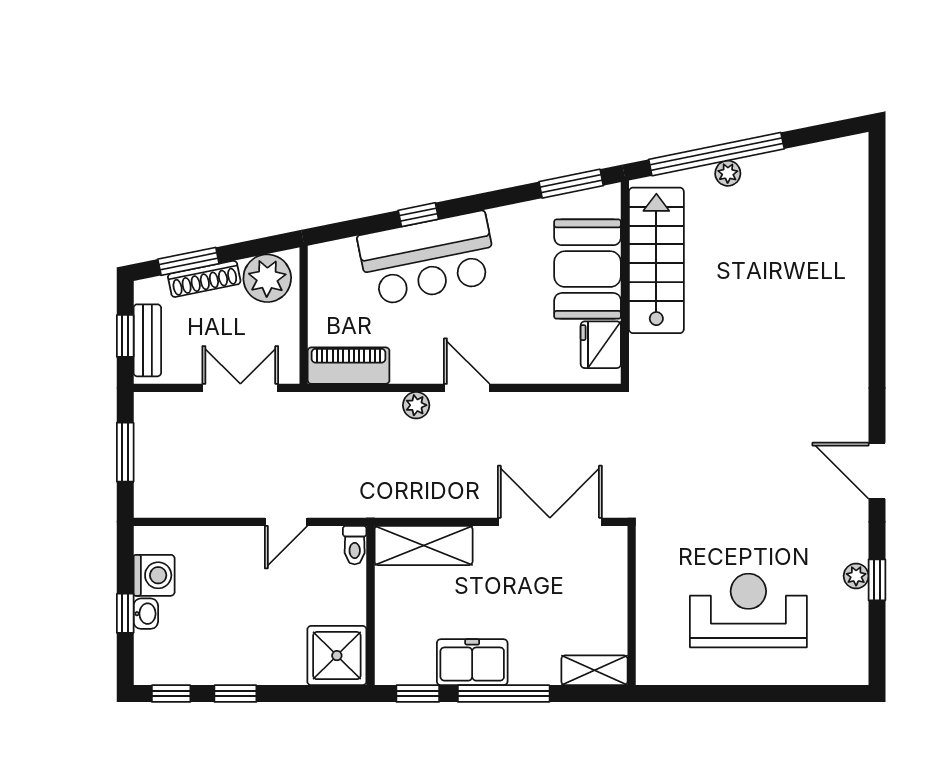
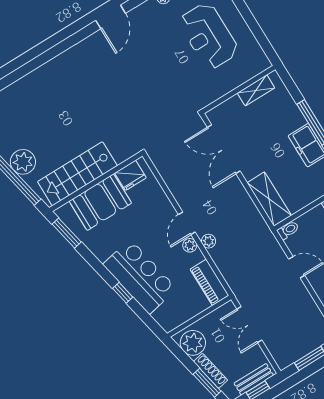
plant: (728, 173) -> (23, 162), width x1.87, depth x1.87
plant: (428, 371) -> (190, 245), added
shelving: (594, 670) -> (256, 90), moved, turned 90

